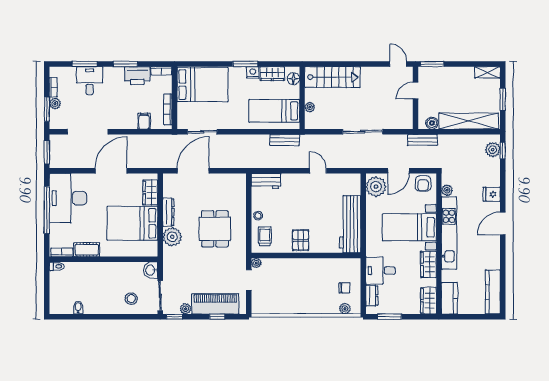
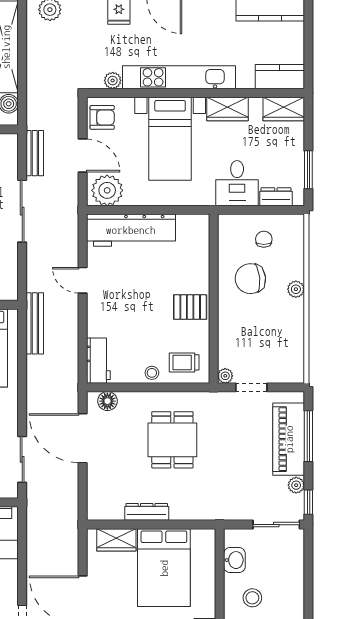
bench: (285, 140) -> (35, 323), width x1.36
bench: (423, 140) -> (35, 153), moved
door: (193, 171) -> (83, 438), moved
door: (318, 171) -> (83, 280), hinge flipped
floor lamp: (240, 187) -> (107, 401), added
workbench: (350, 224) -> (131, 230), moved
dining table: (215, 229) -> (172, 440), turned 90
plant: (172, 237) -> (185, 506), removed
washbasin: (151, 270) -> (234, 560), moved, turned -90
chair: (319, 279) -> (250, 279), added
stool: (131, 299) -> (252, 598), moved
plant: (345, 309) -> (296, 289), moved
window: (217, 317) -> (308, 436), width x2.17

